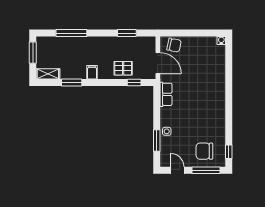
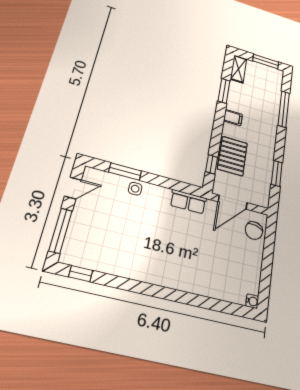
pallet: (123, 68) -> (232, 156), width x1.50, depth x1.42
chair: (204, 151) -> (92, 236), removed

